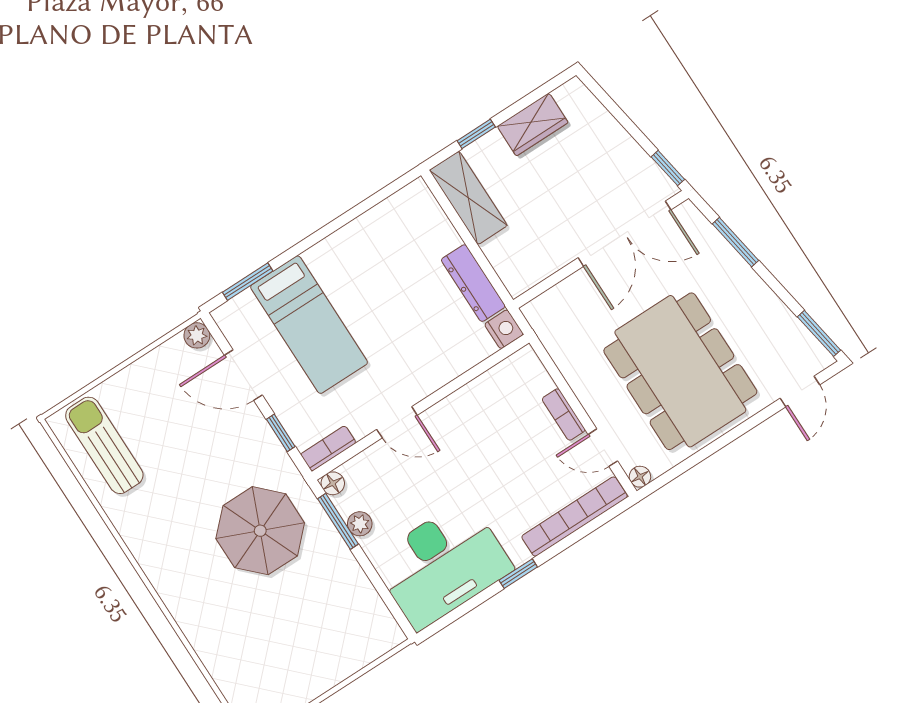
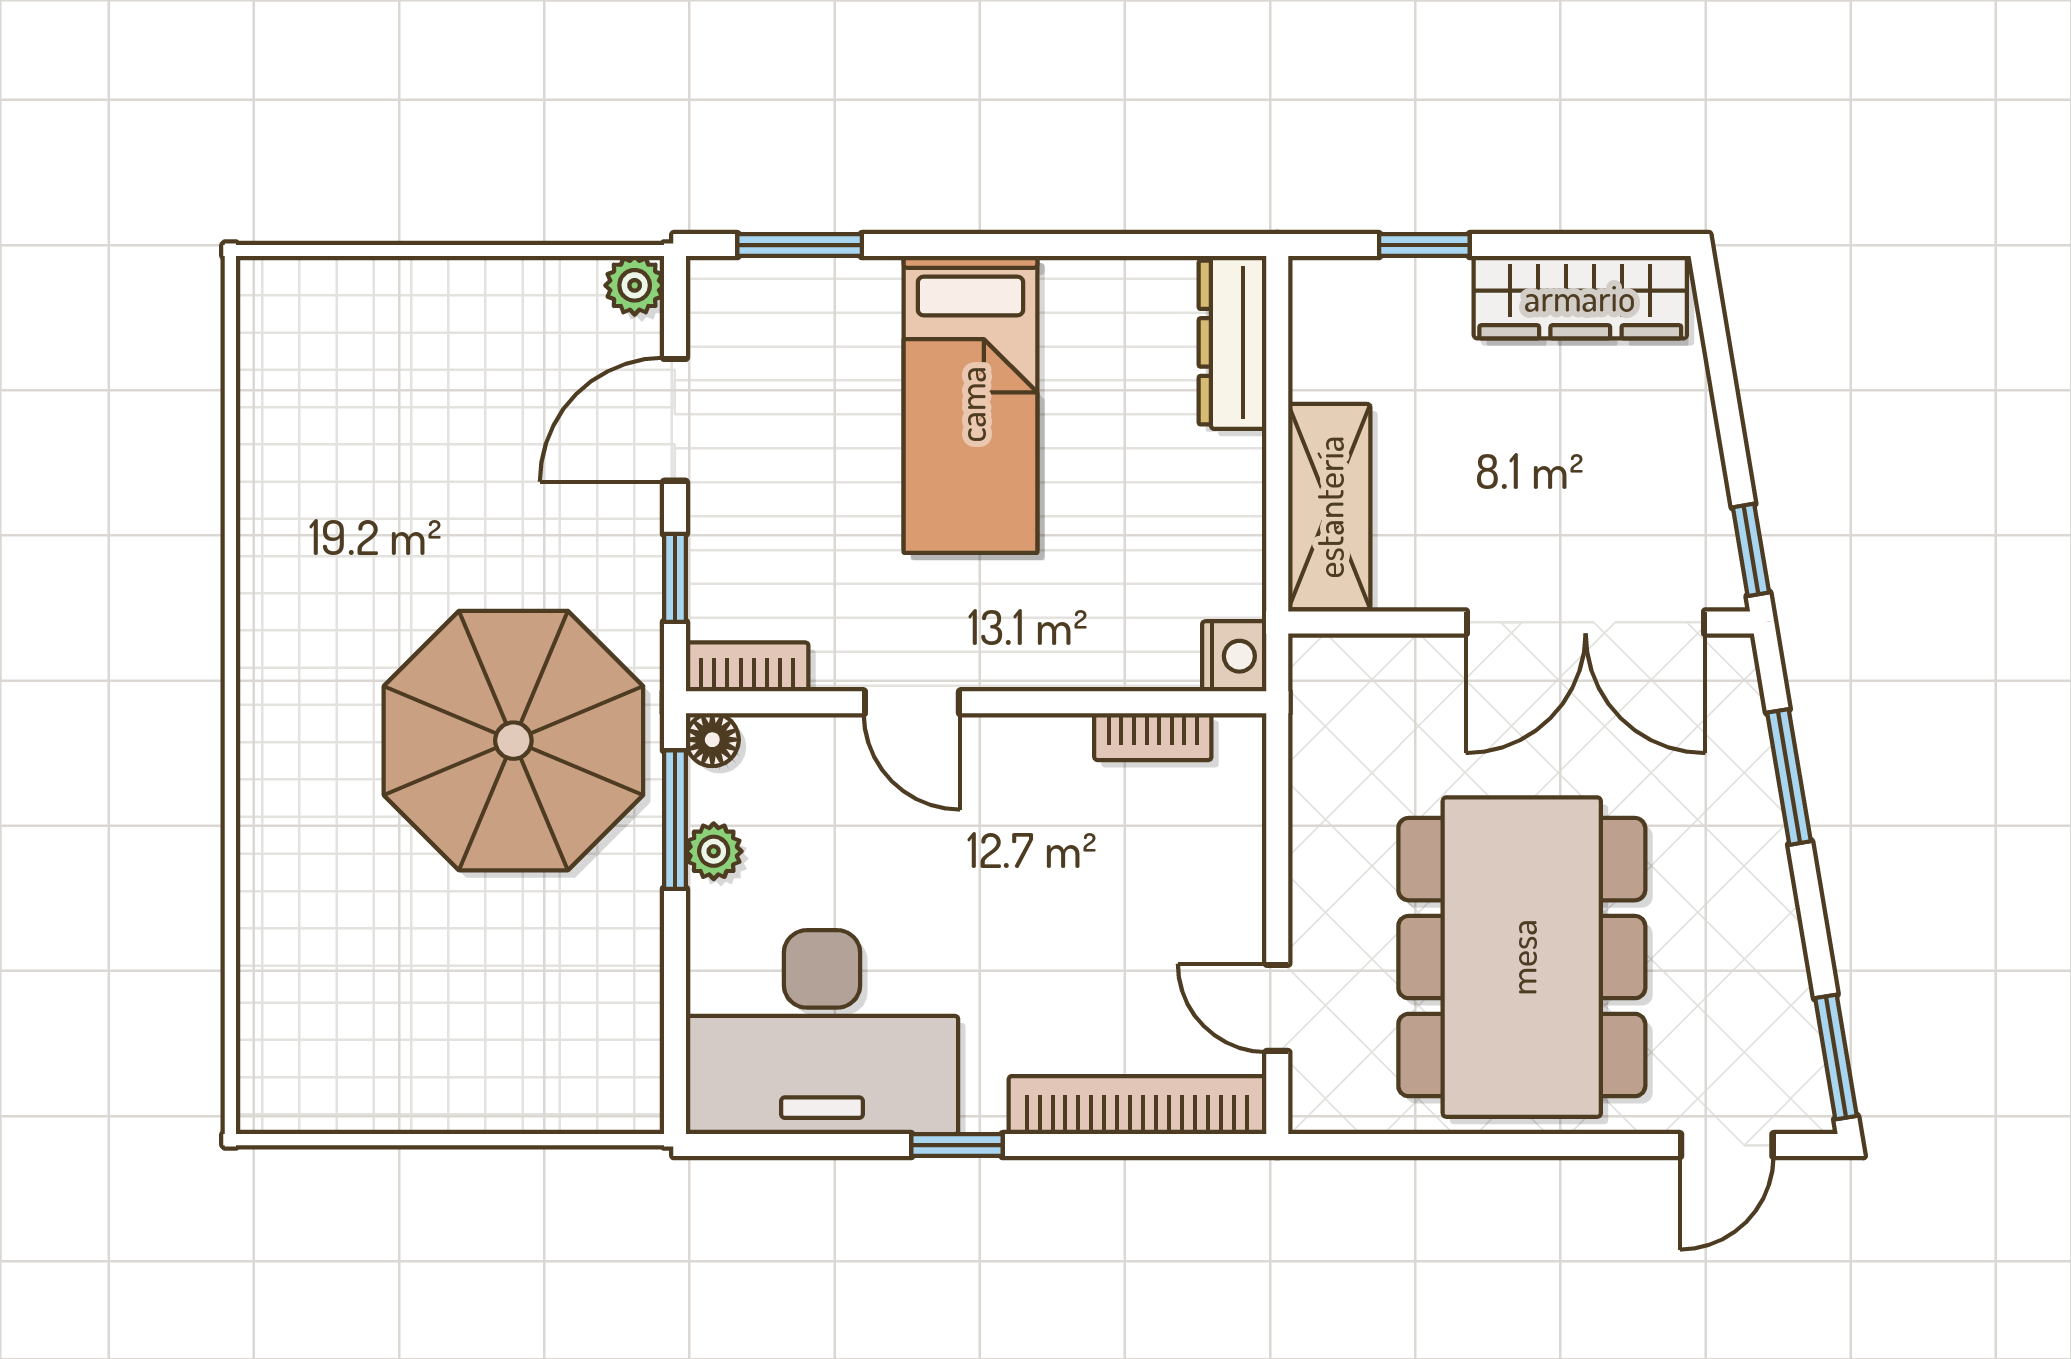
wardrobe: (533, 124) -> (1580, 297), width x1.50
shelving: (468, 198) -> (1329, 507), moved
dresser: (473, 283) -> (1233, 342), moved
bed: (309, 325) -> (971, 404), moved
door: (243, 375) -> (675, 420), hinge flipped
bookcase: (564, 414) -> (1153, 737), moved, turned -90
sun lounger: (104, 445) -> (319, 382), removed
floor lamp: (640, 477) -> (1312, 1110), removed
parasol: (260, 531) -> (513, 741), width x1.36, depth x1.36

